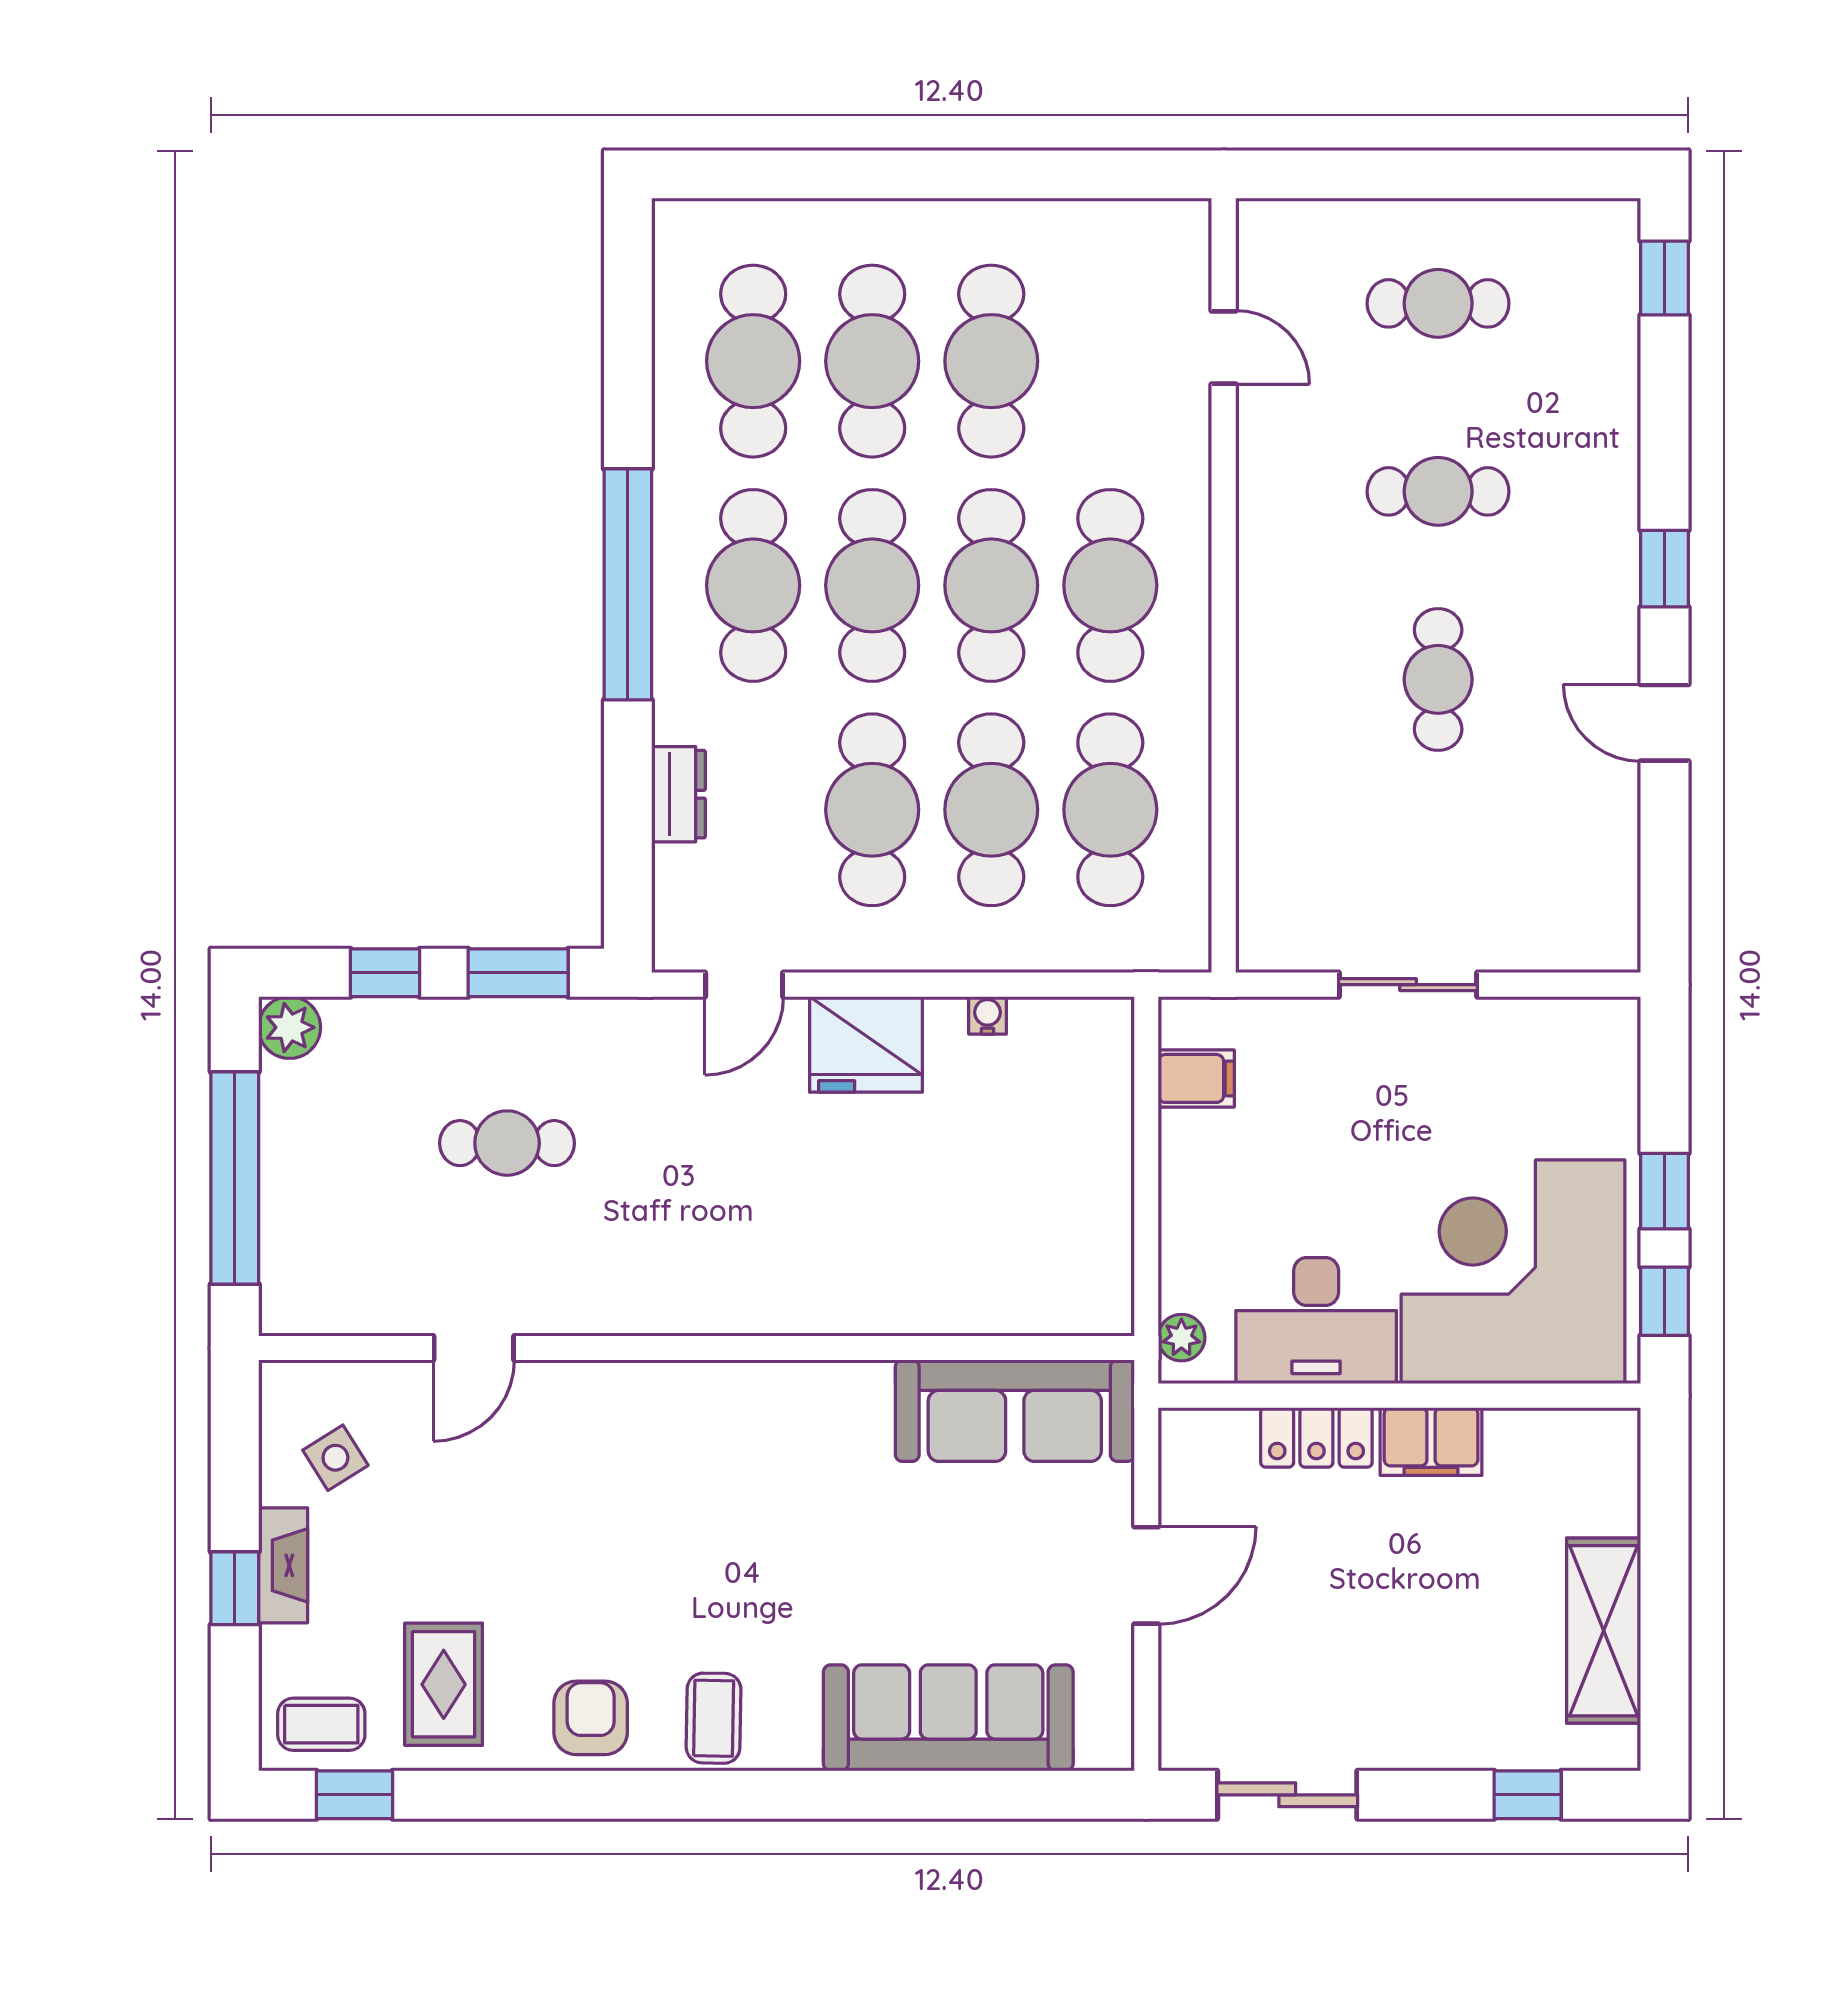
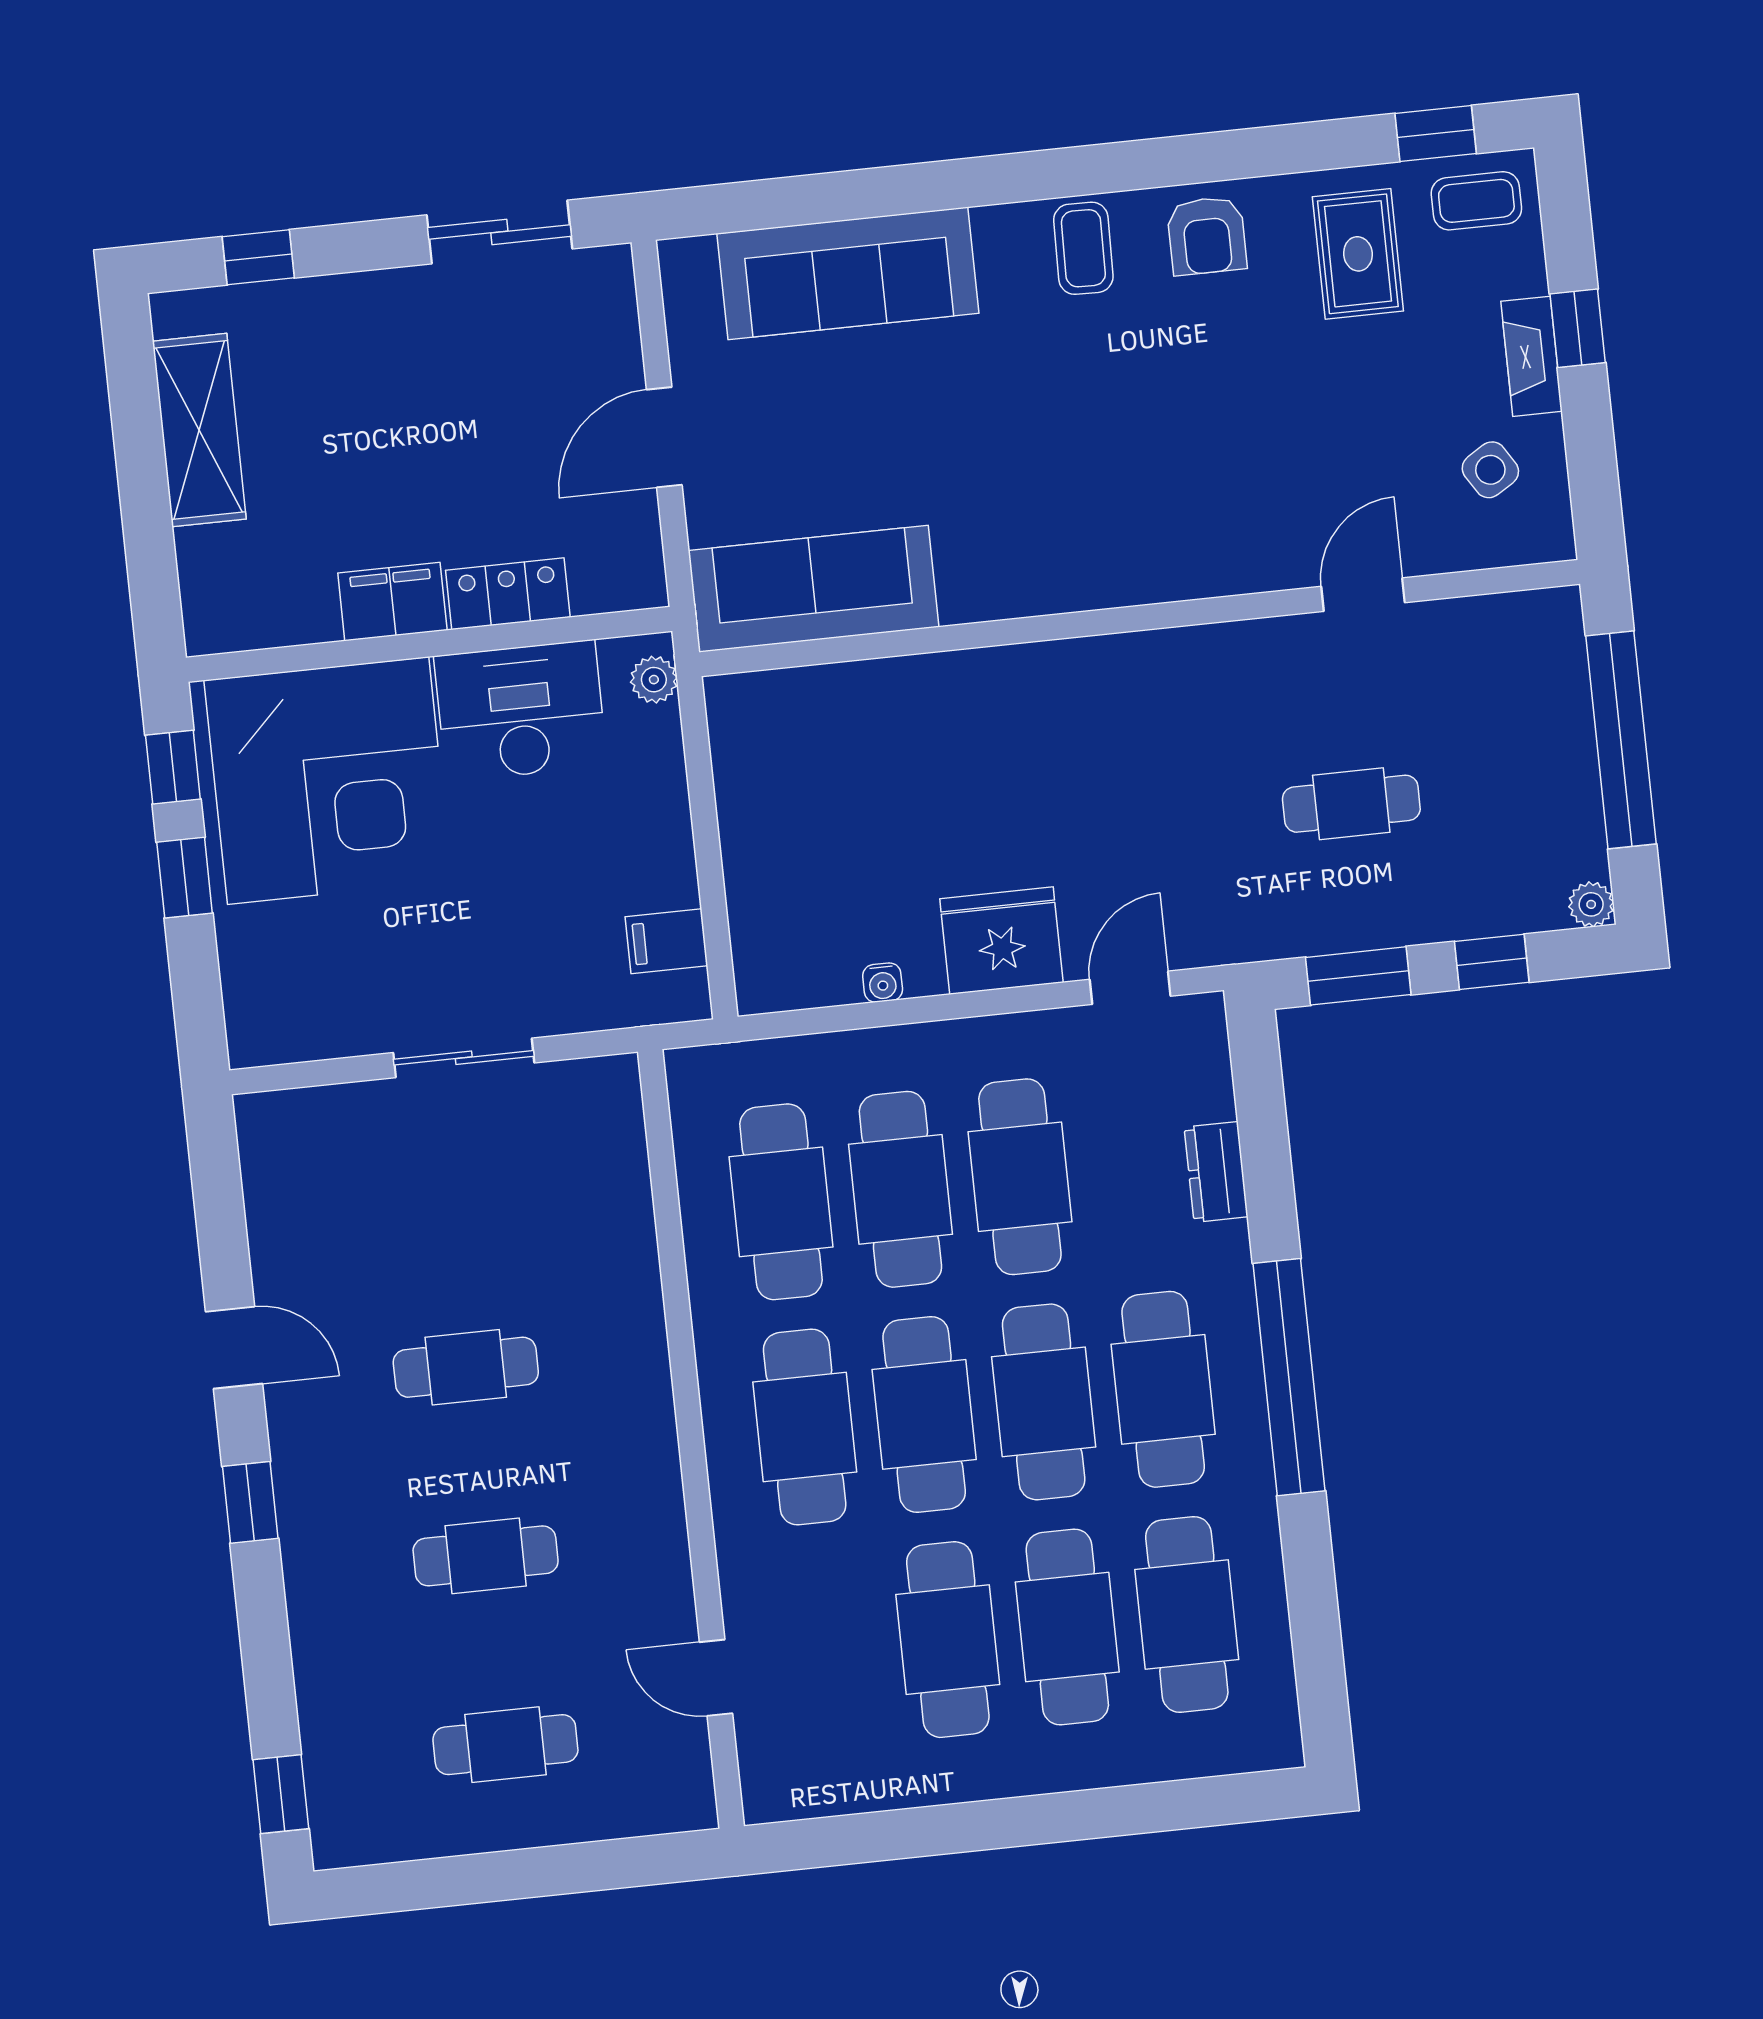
cafe table: (1438, 679) -> (466, 1367), turned 90
plant: (290, 1027) -> (1591, 904), width x0.73, depth x0.73

